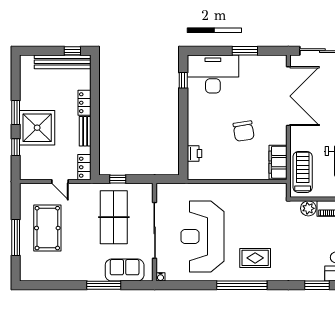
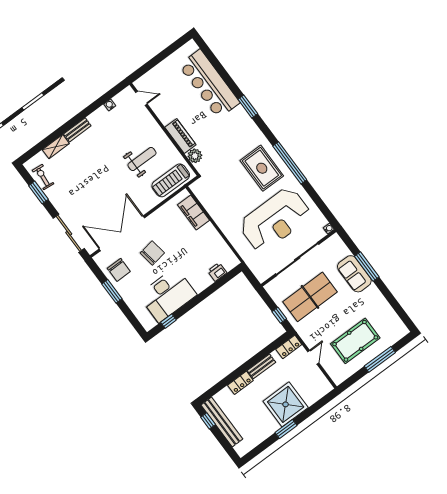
chair: (259, 70) -> (119, 270), added
desk: (213, 74) -> (167, 295), moved, turned -90
chair: (244, 131) -> (152, 253), moved
window: (16, 147) -> (312, 410), removed
filing cabinet: (278, 162) -> (194, 212), moved, turned 90
rug: (255, 258) -> (262, 168), width x1.36, depth x1.43
sofa: (125, 270) -> (354, 274), moved

